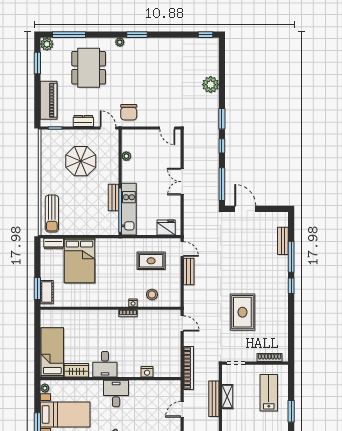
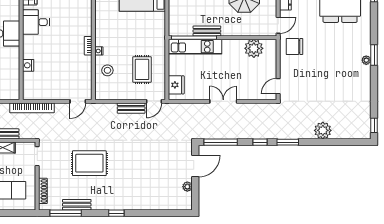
plant: (120, 42) -> (366, 60), moved
plant: (126, 156) -> (254, 48), width x1.88, depth x1.88
plant: (265, 217) -> (187, 187), added
bench: (283, 241) -> (77, 205), moved
window: (291, 257) -> (66, 213), moved

